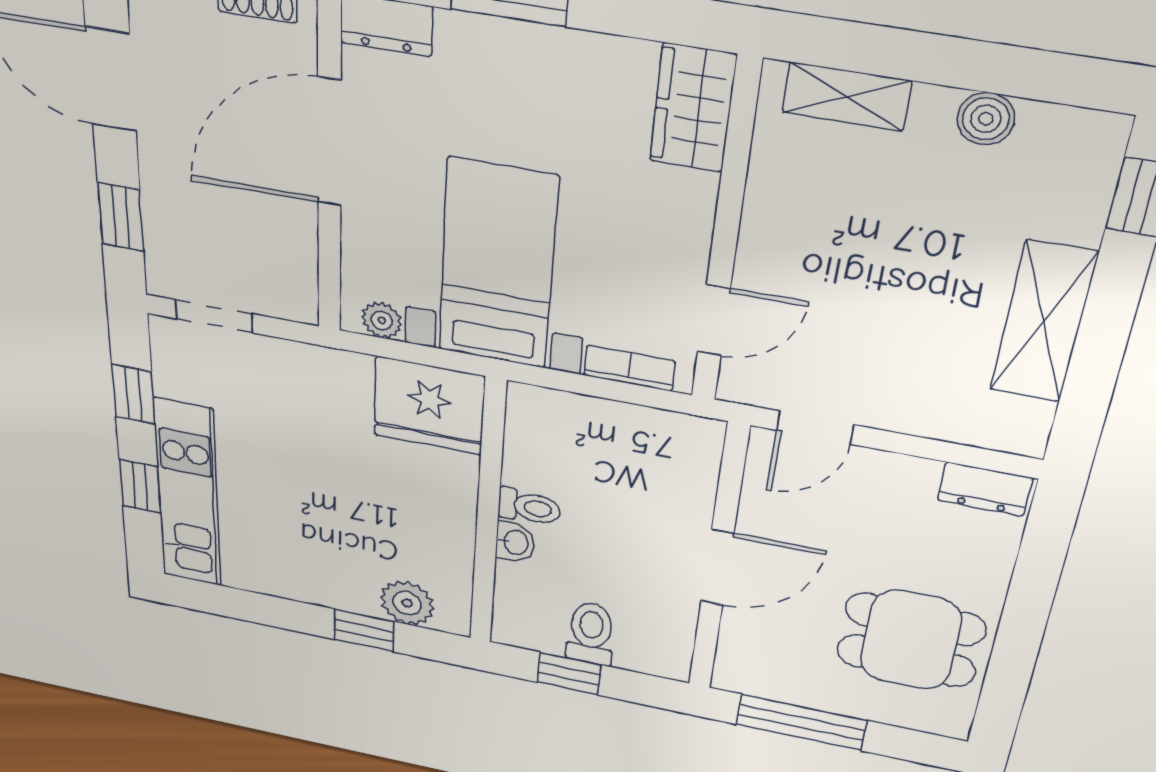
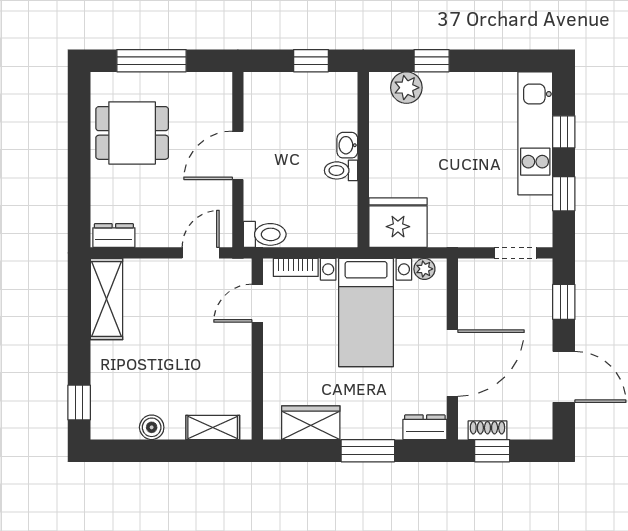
wardrobe: (693, 108) -> (311, 423), moved, turned -90
shelving: (1043, 322) -> (106, 299), moved
toilet: (591, 633) -> (265, 234), moved, turned -90
window: (801, 722) -> (151, 61), moved

